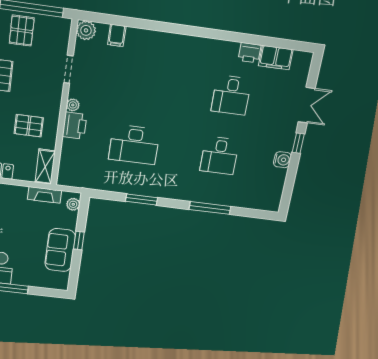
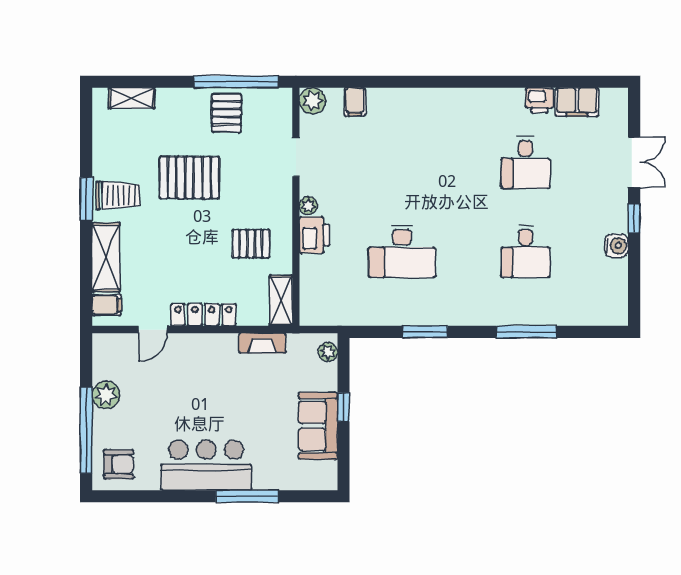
fireplace: (45, 195) -> (262, 343), moved

